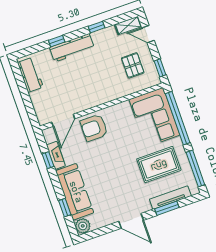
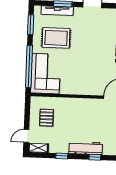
door: (148, 34) -> (26, 136), swing flipped
window: (160, 68) -> (27, 108), removed
armchair: (94, 128) -> (93, 83), removed
window: (195, 168) -> (31, 25), width x0.69

